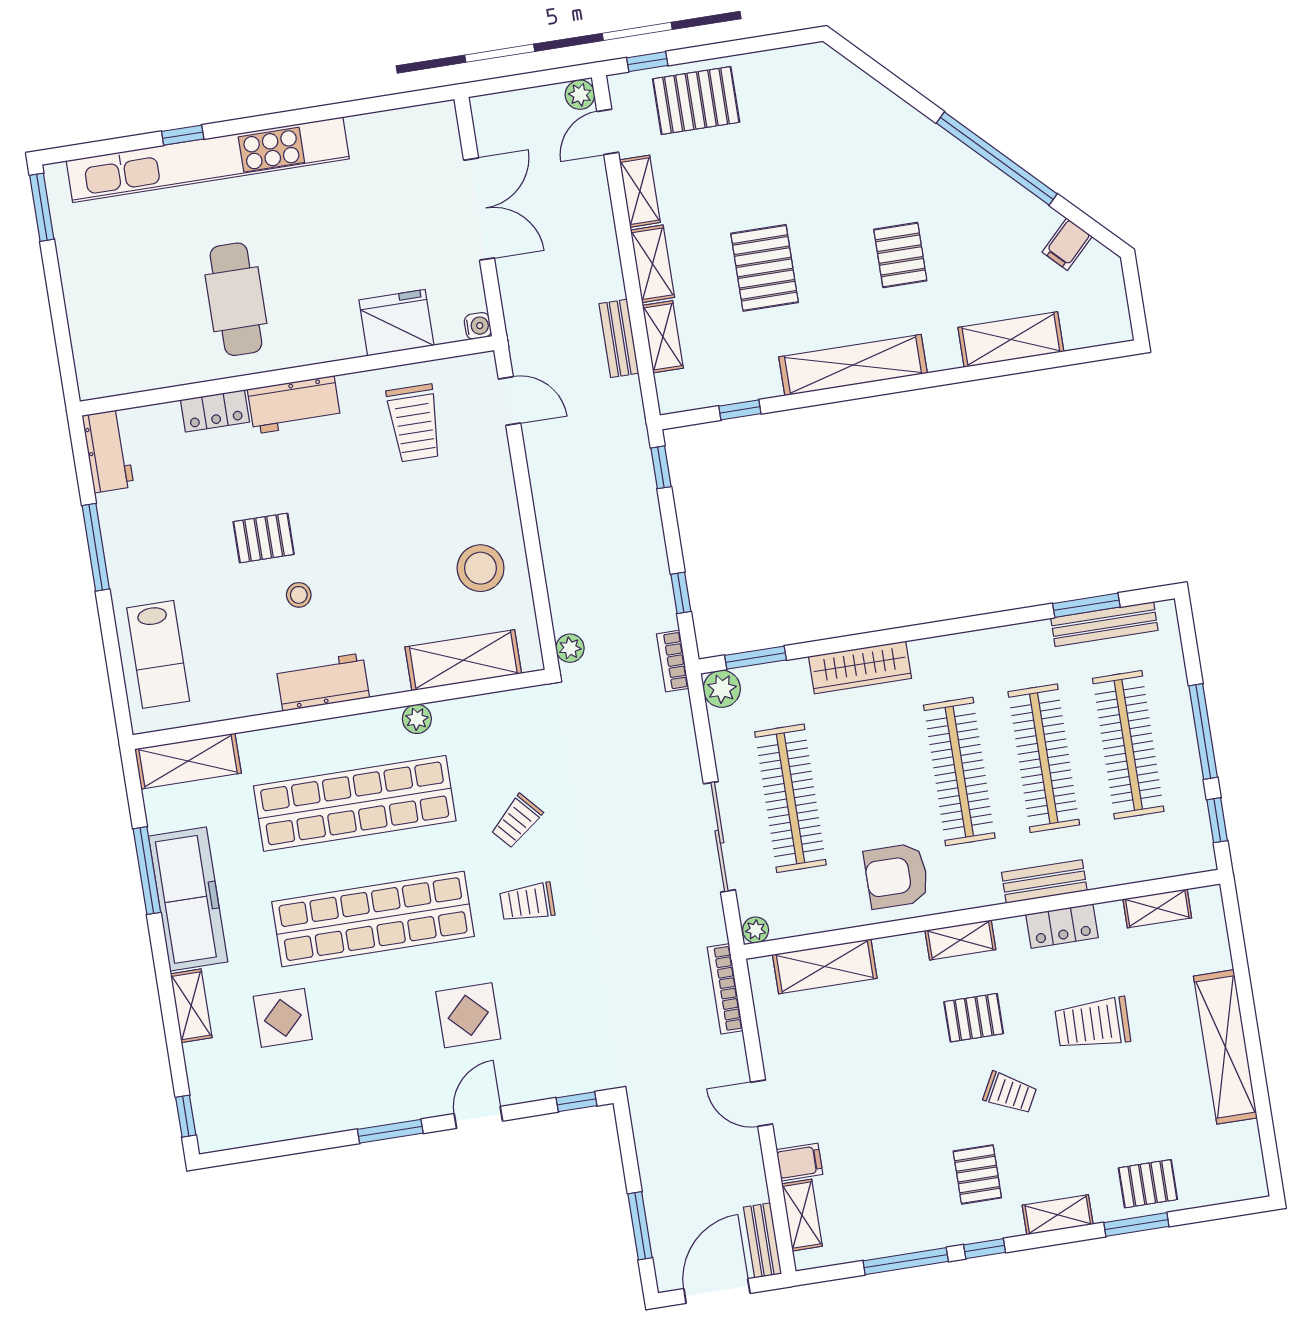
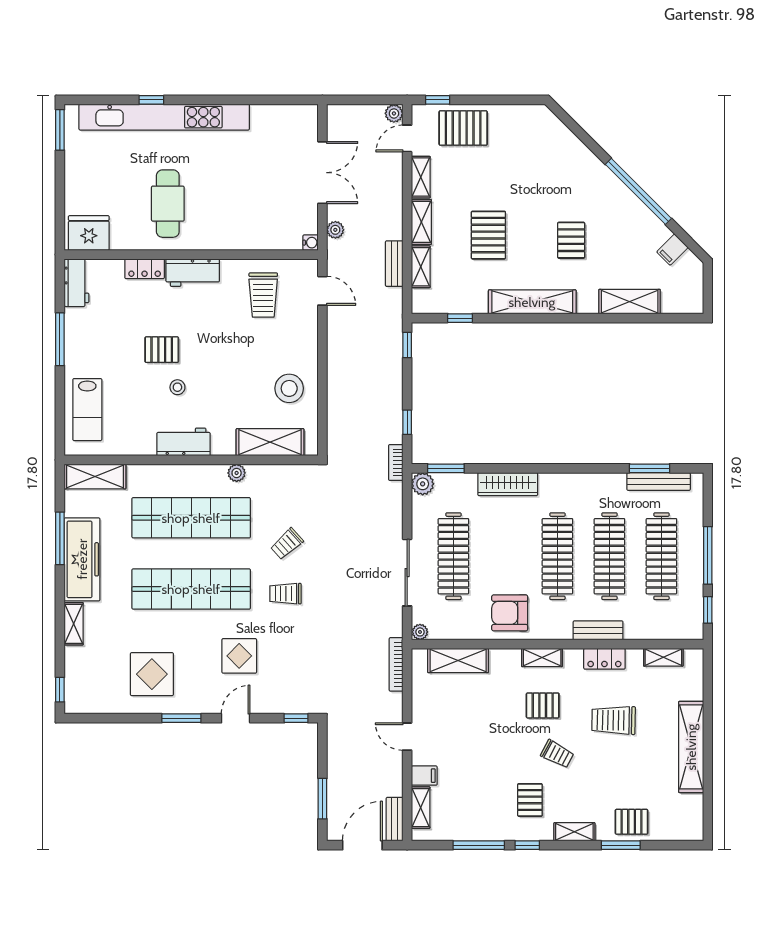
fridge: (396, 323) -> (89, 233), moved
plant: (570, 648) -> (335, 230), moved
display table: (283, 1018) -> (152, 674), moved, width x1.36, depth x1.36

